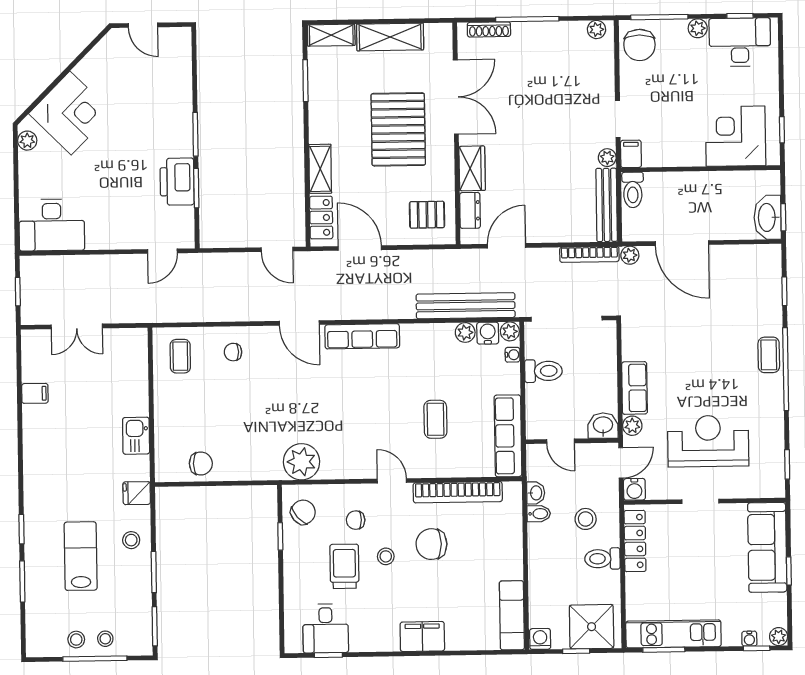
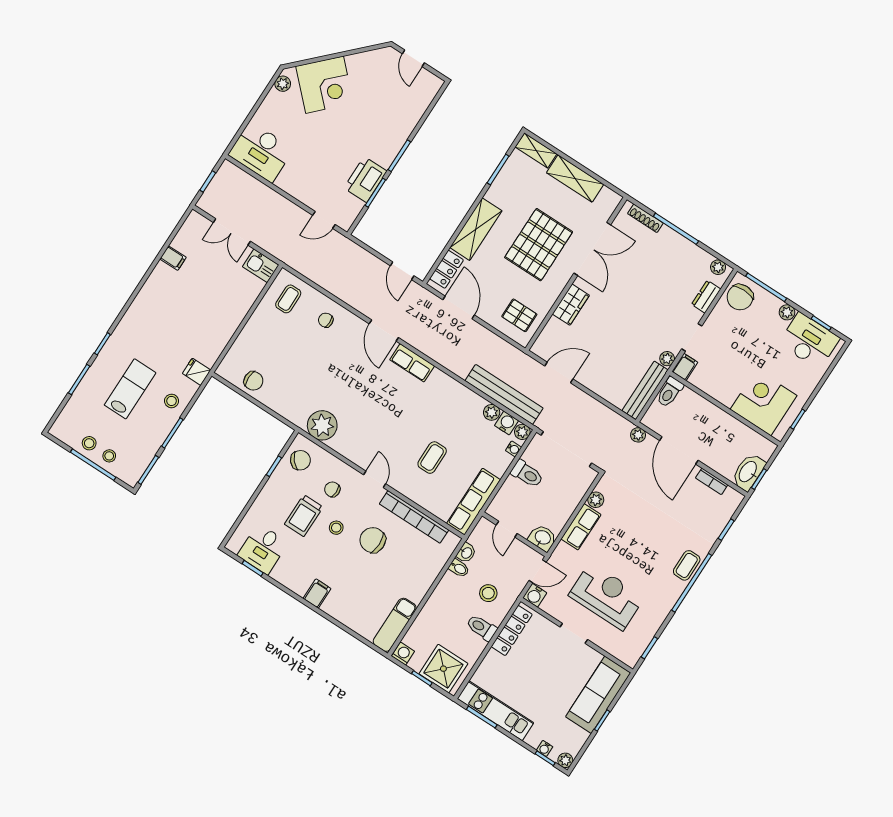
shelving: (320, 169) -> (476, 229), width x1.50, depth x1.33
dresser: (470, 210) -> (706, 297), moved, turned 180
bookcase: (589, 254) -> (712, 481), moved, width x0.64
row of seats: (362, 336) -> (412, 363), width x0.68
plant: (632, 426) -> (596, 500), moved
kitchen sink: (136, 436) -> (261, 266), moved, turned -90
trolley: (344, 566) -> (304, 516), turned 180
filing cabinet: (422, 637) -> (317, 594), width x0.50

